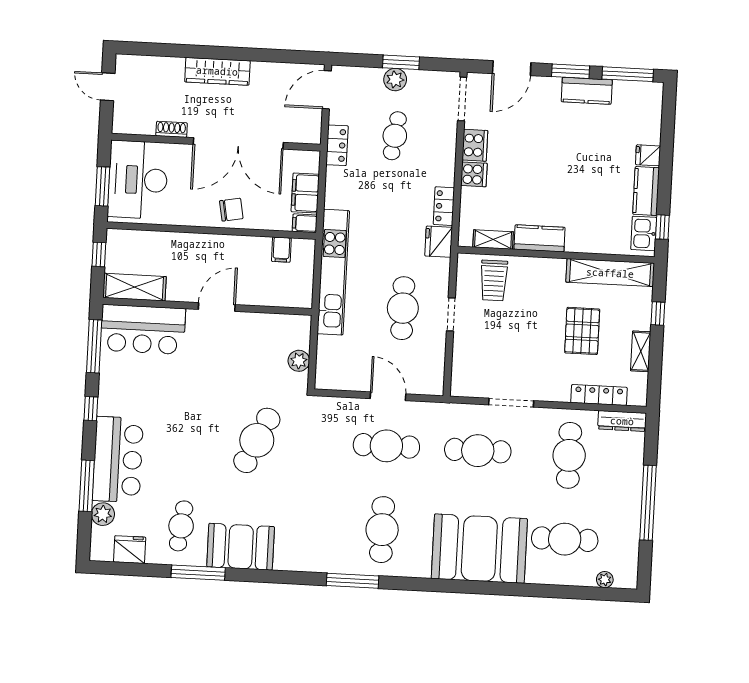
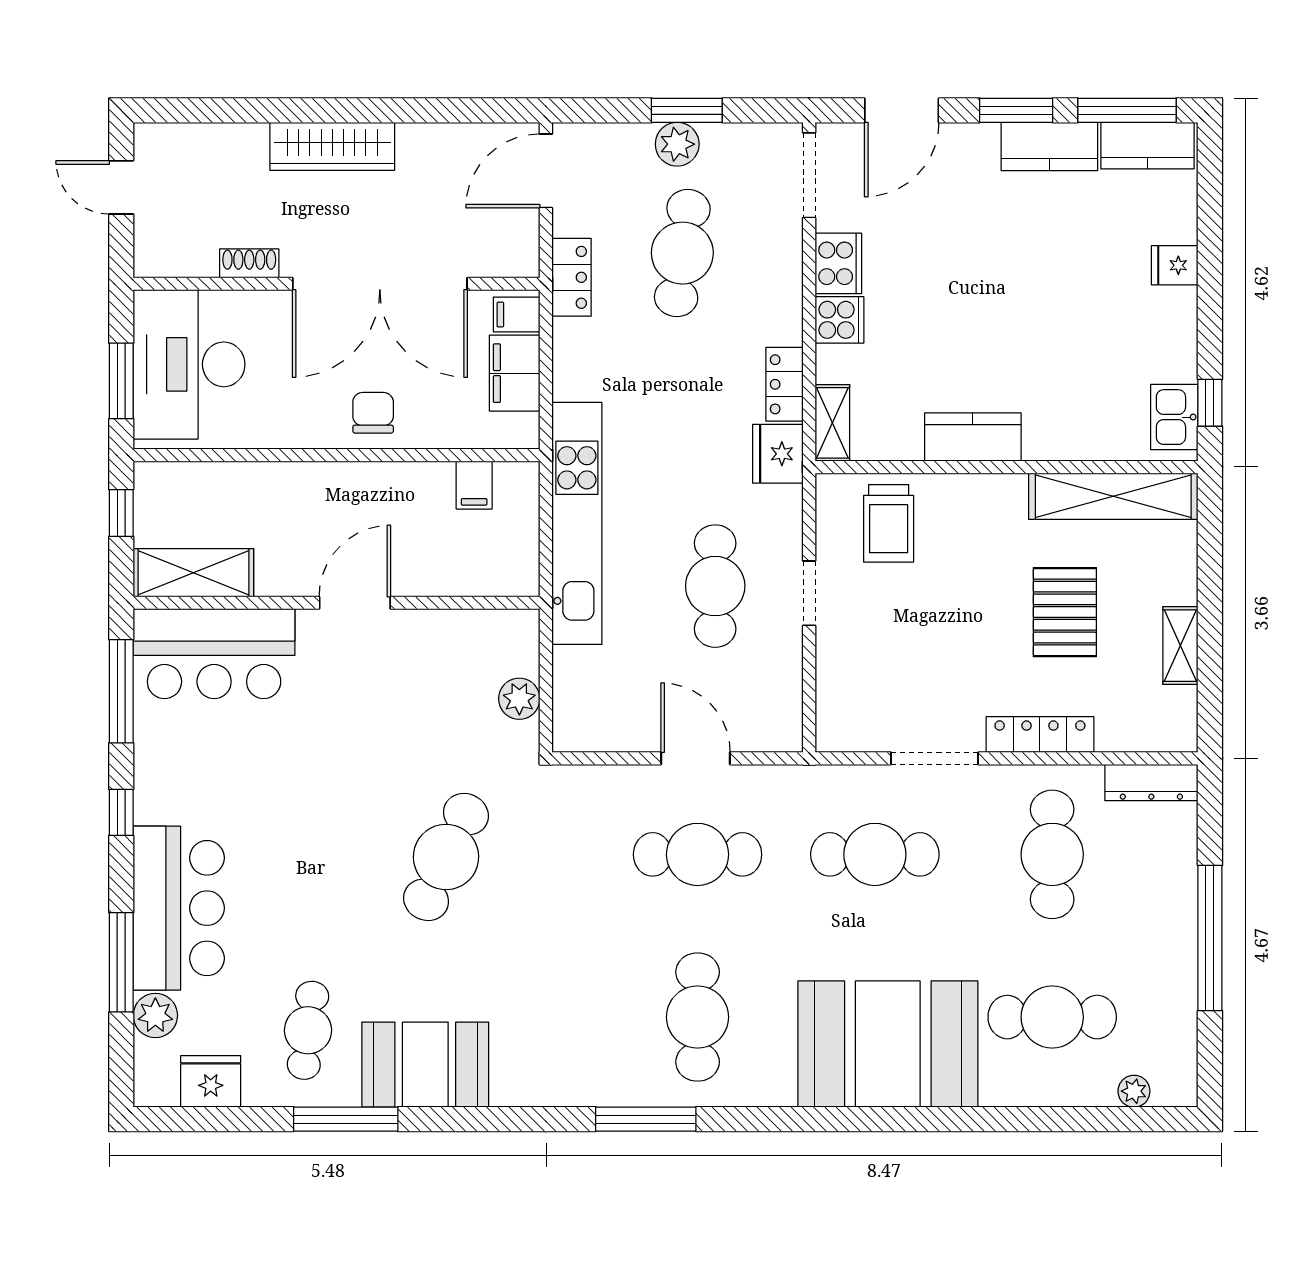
cafe table: (395, 136) -> (682, 253), width x1.37, depth x1.35
kitchen counter: (646, 191) -> (1147, 146), moved, turned -90
chair: (231, 210) -> (373, 413), turned -80
filing cabinet: (305, 223) -> (517, 314), moved
shelving: (493, 239) -> (832, 423), moved, turned 90
window: (658, 314) -> (1210, 571), removed
locker: (599, 395) -> (1040, 734), moved

